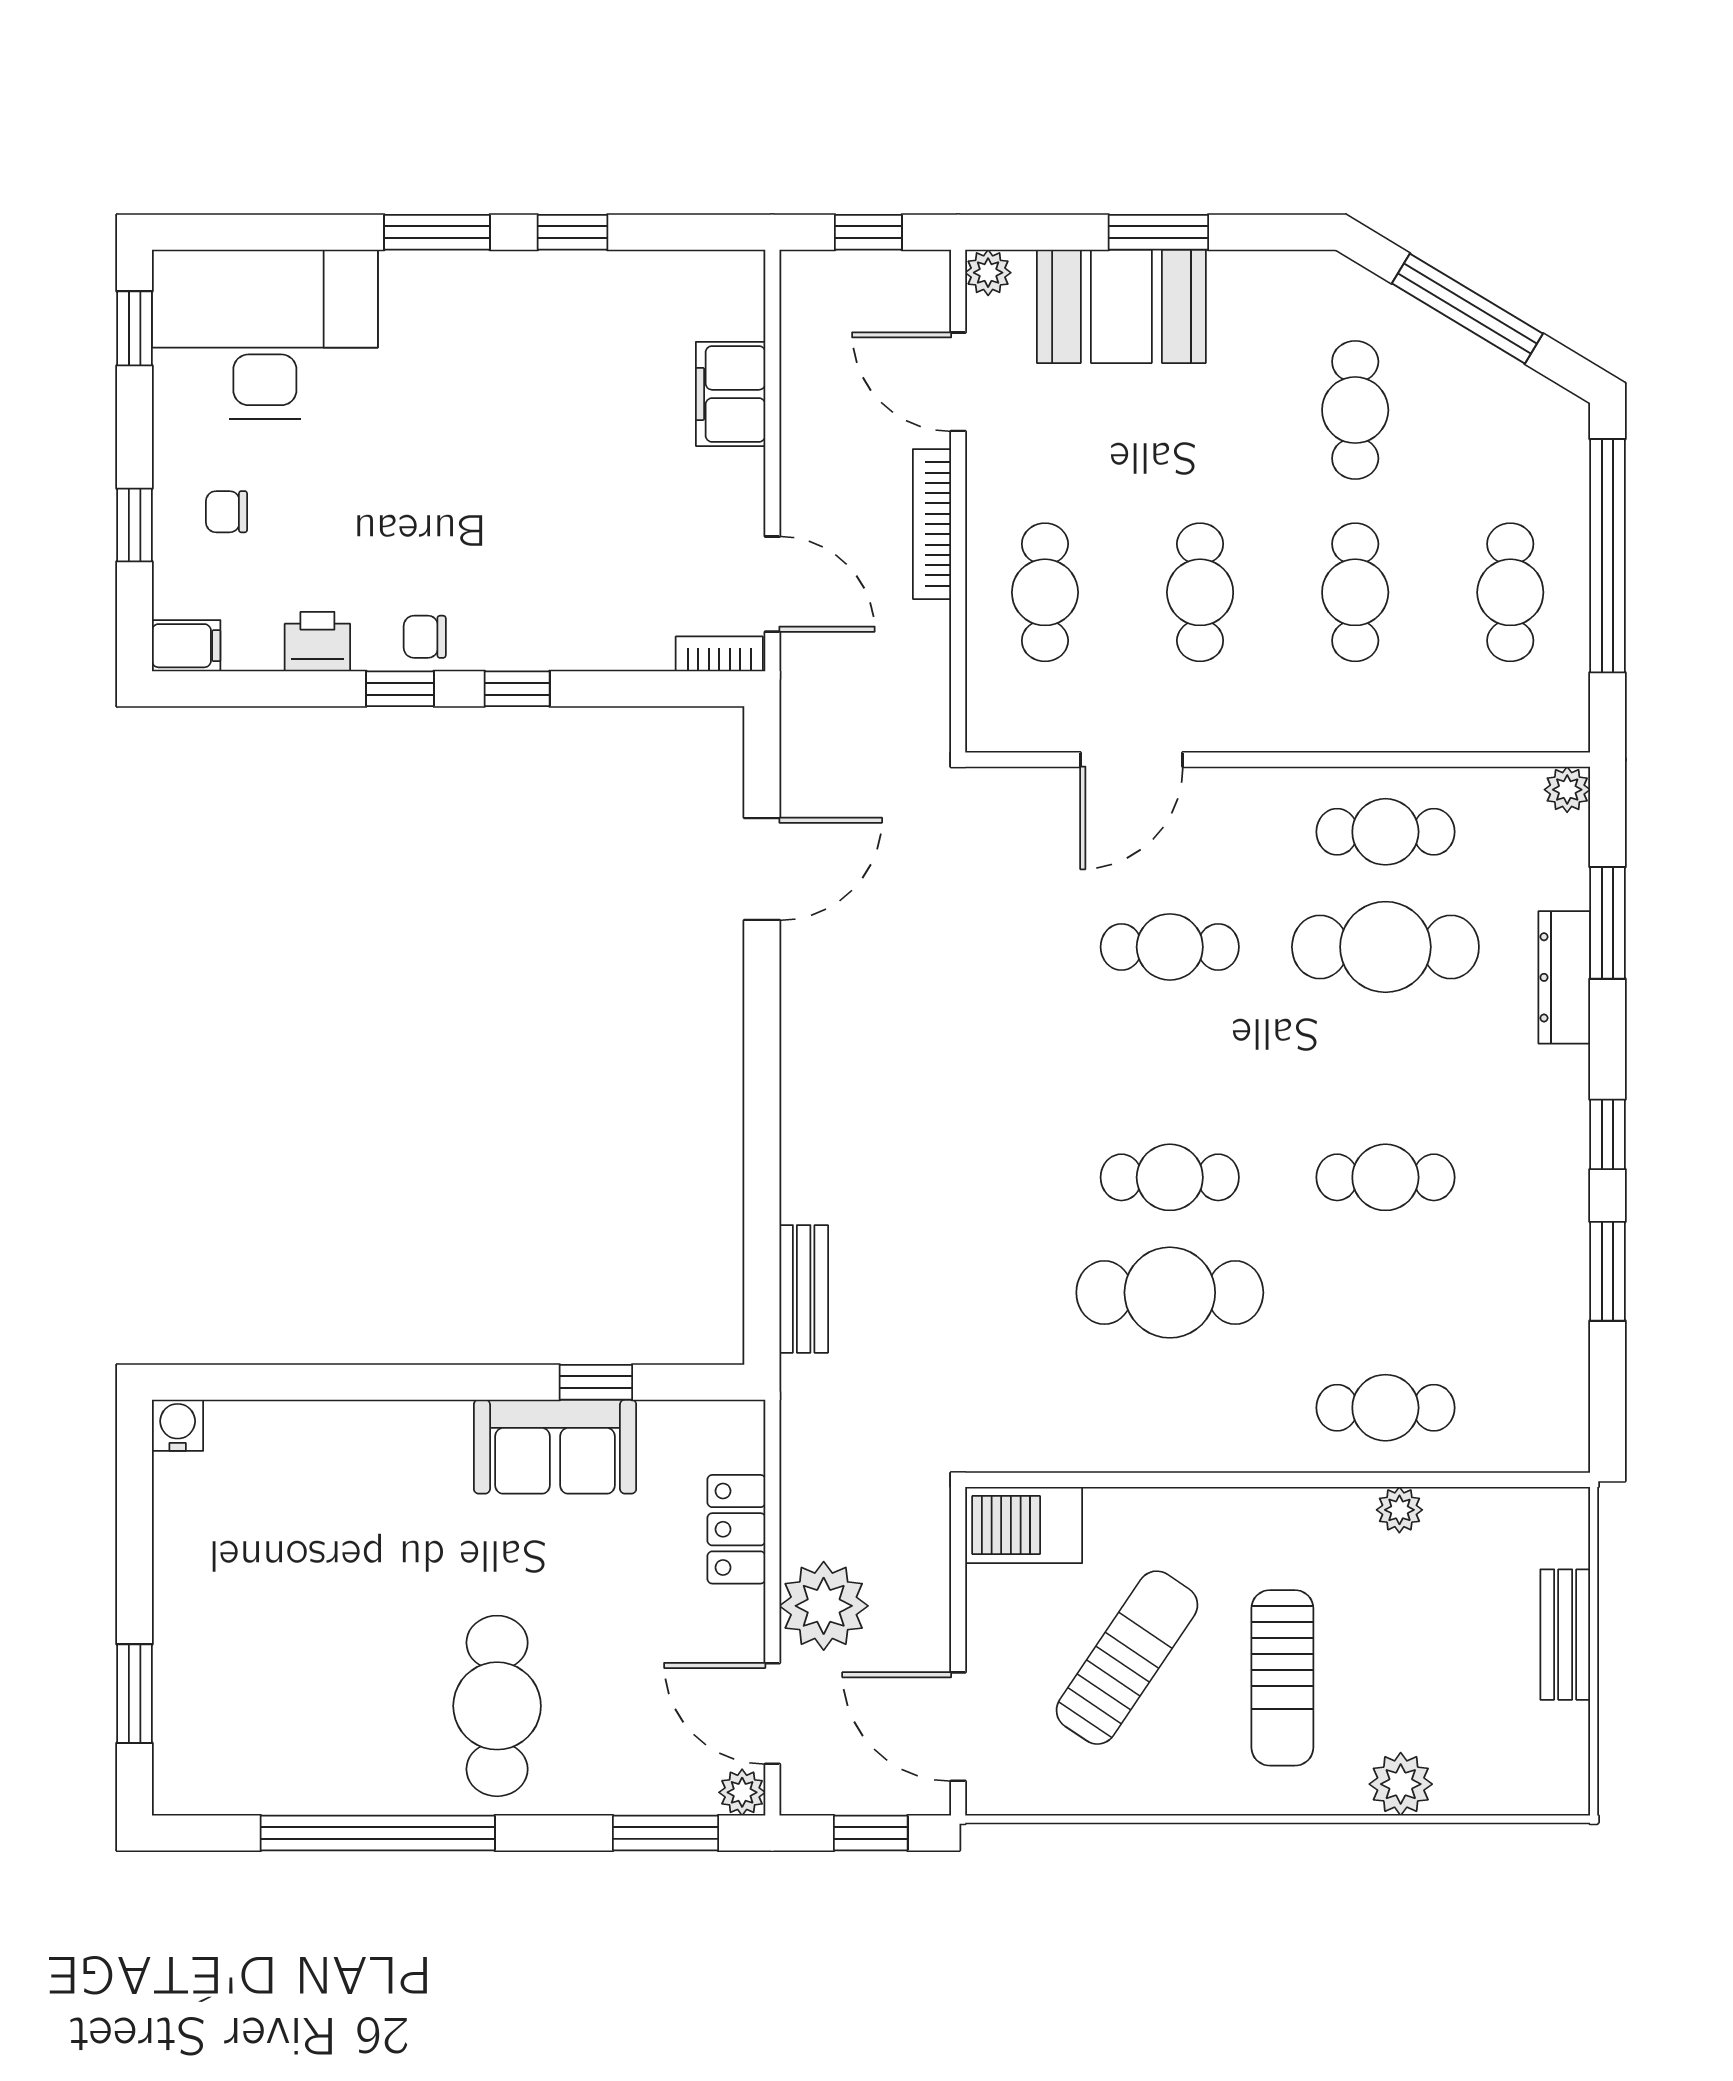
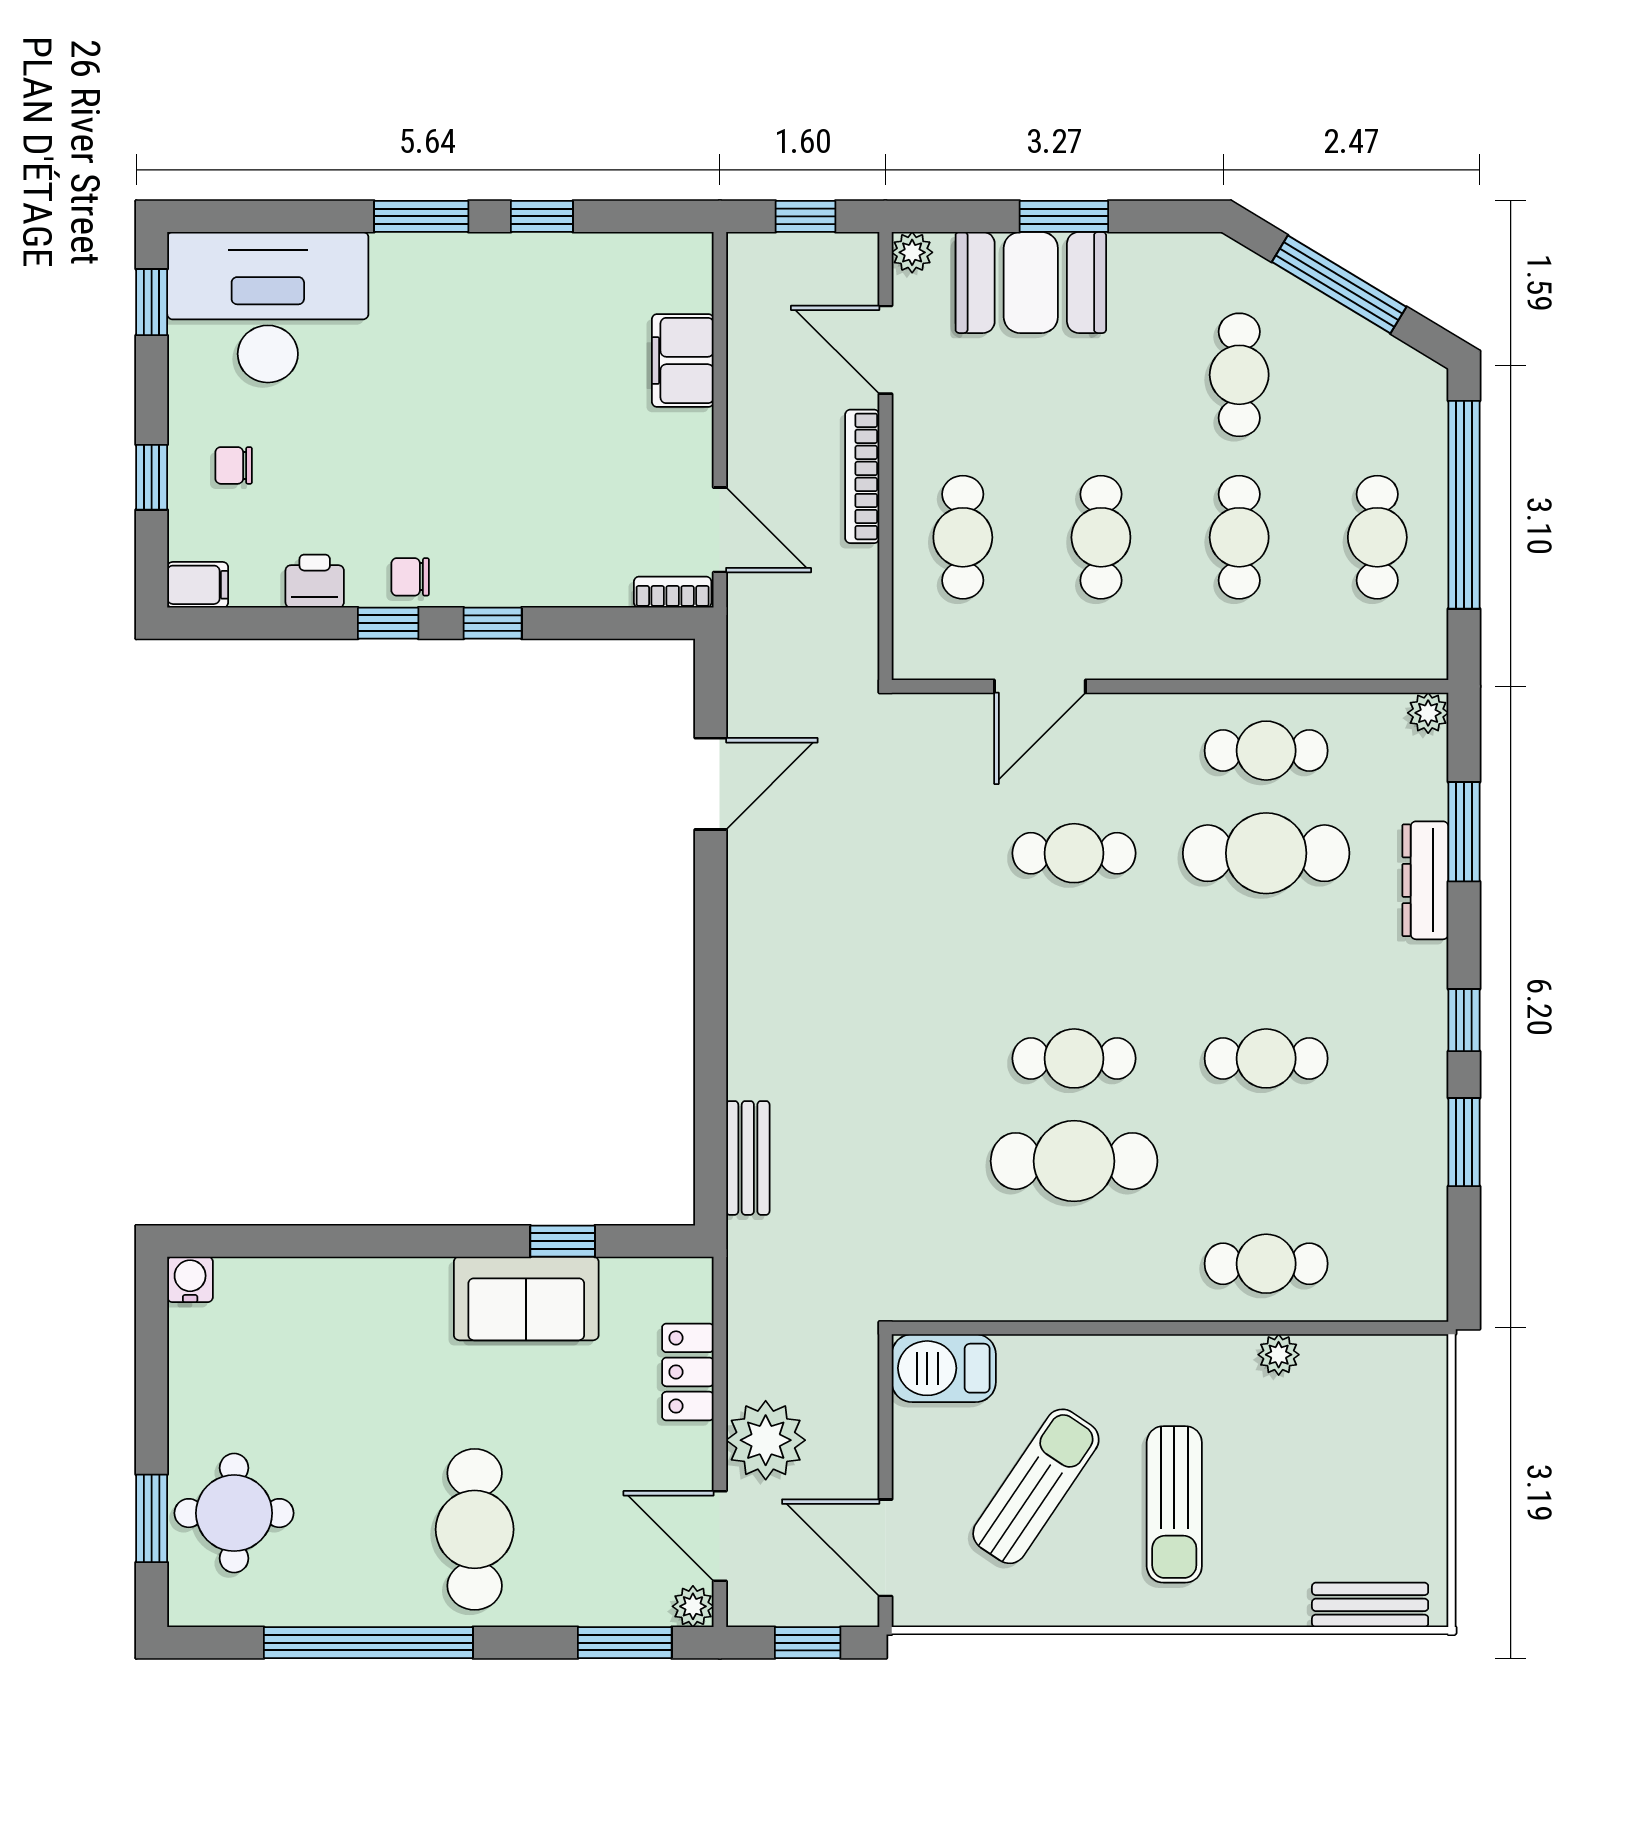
bench: (1565, 1635) -> (1370, 1605), moved, turned 90
round table: (227, 1688) -> (234, 1513), added
plant: (1401, 1784) -> (1280, 1599), removed

